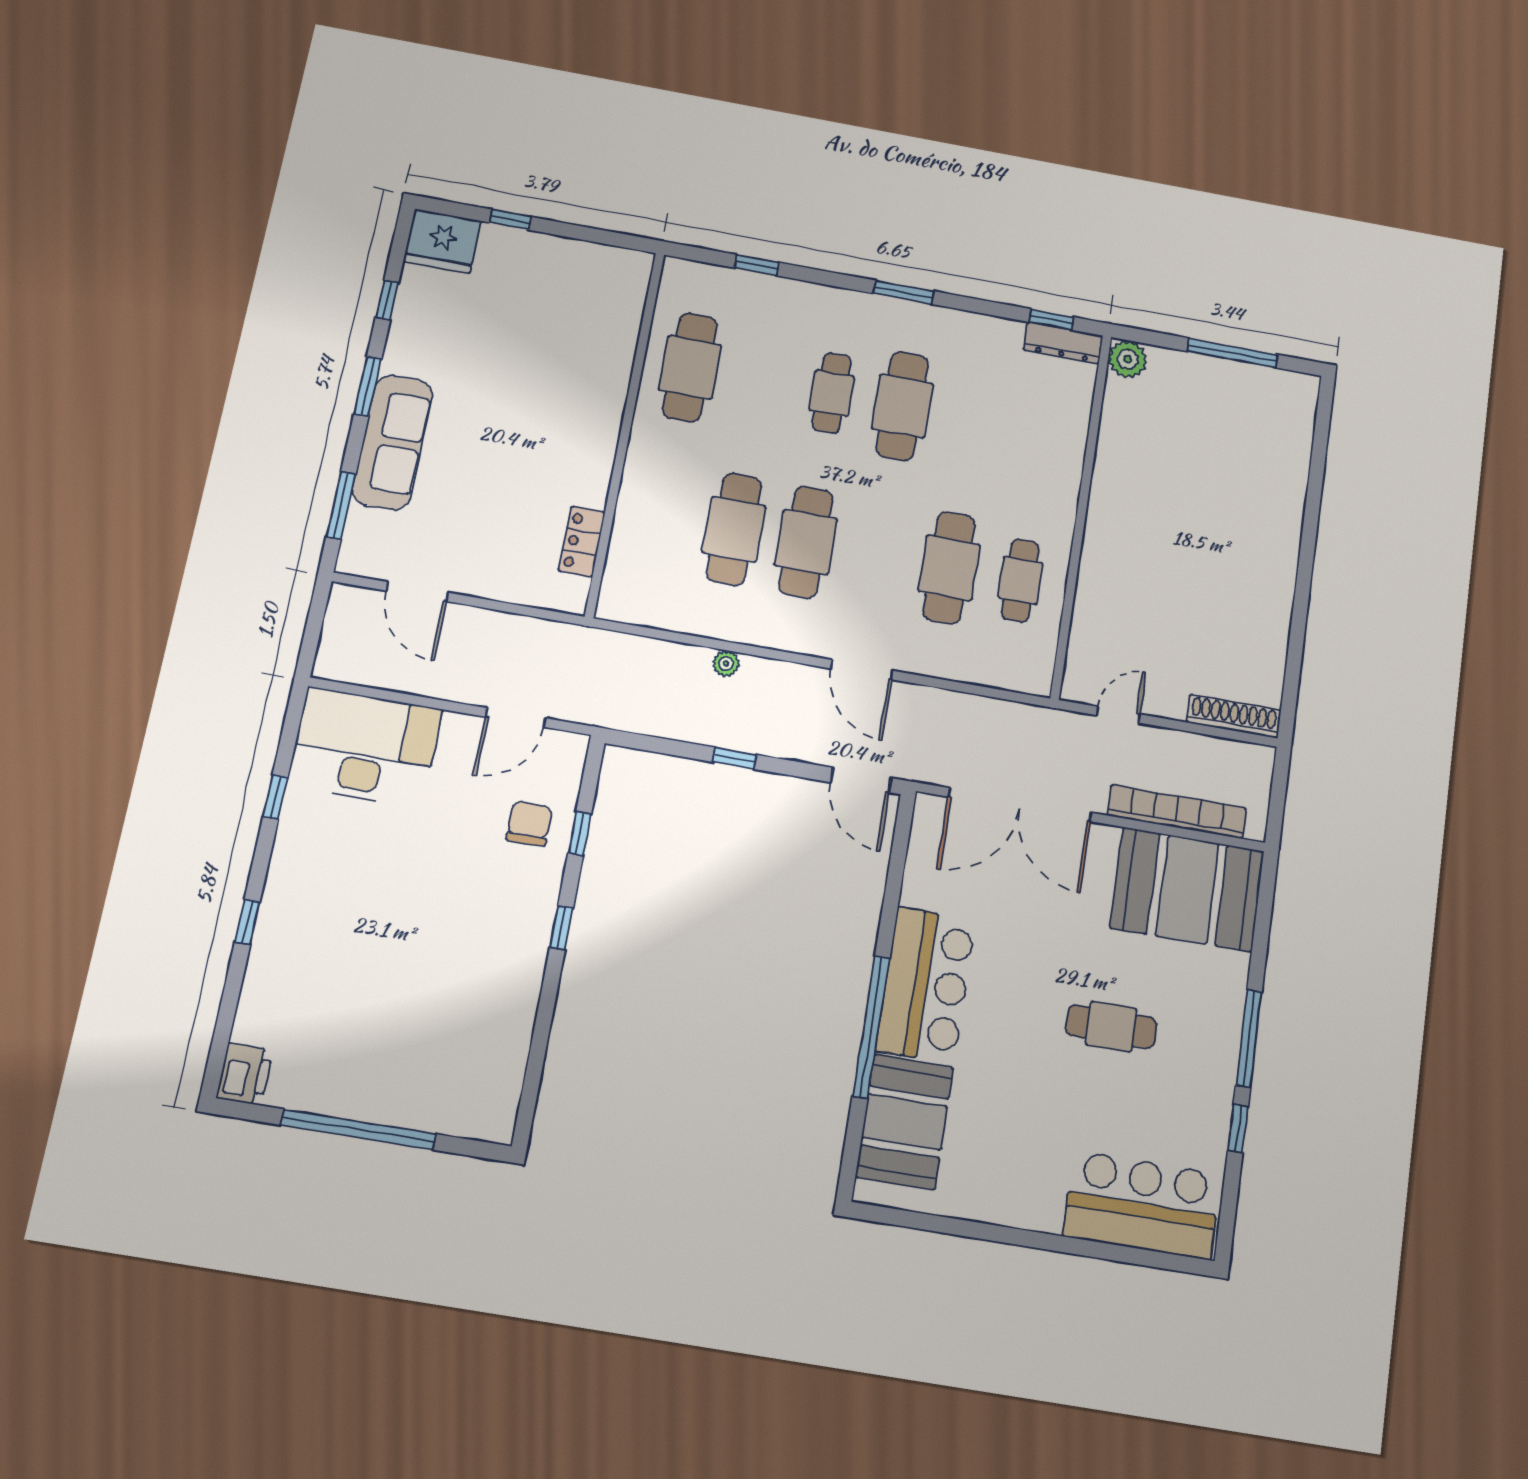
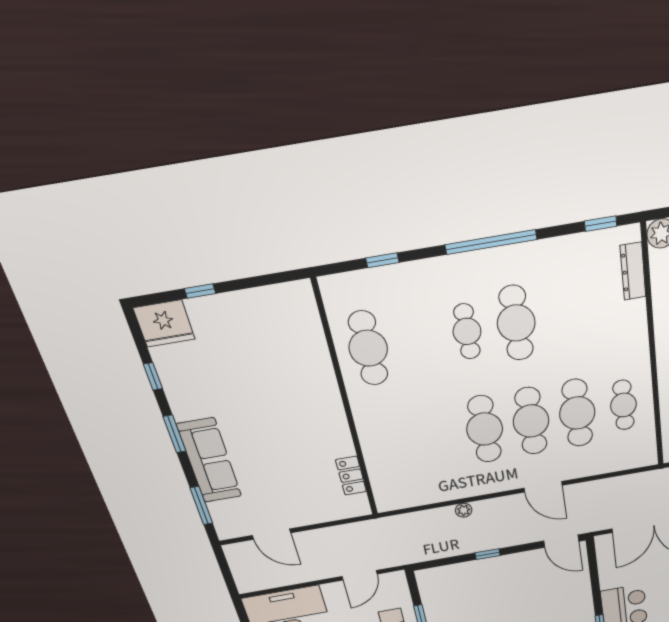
window: (904, 292) -> (491, 242), width x2.11
dresser: (1063, 343) -> (633, 271), moved, turned 90
cafe table: (734, 529) -> (531, 421), moved

